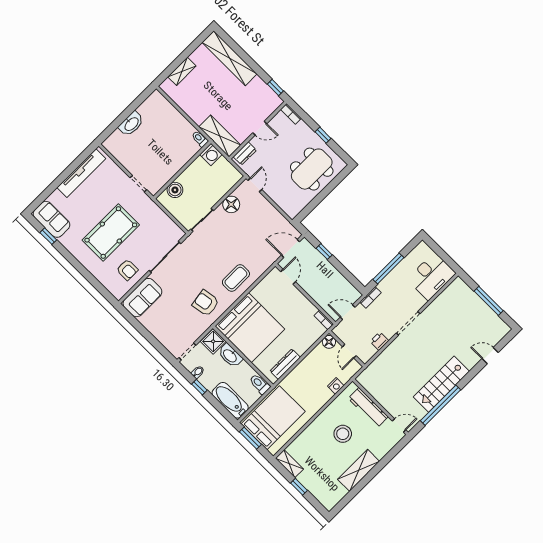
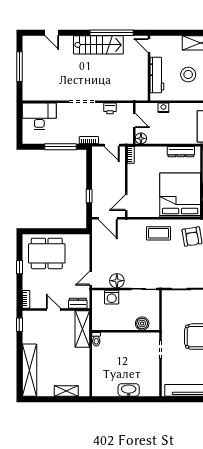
washing machine: (211, 154) -> (112, 297), moved, turned 180
door: (349, 351) -> (134, 121), hinge flipped

